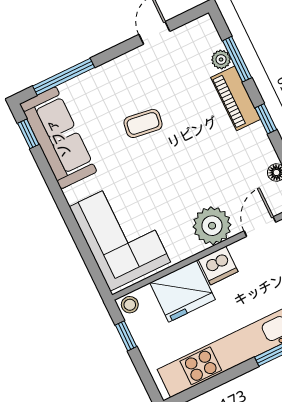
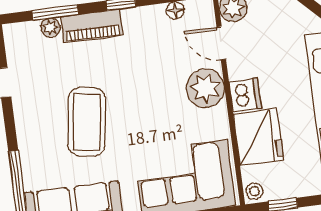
coffee table: (143, 123) -> (87, 122), width x1.86, depth x1.72

